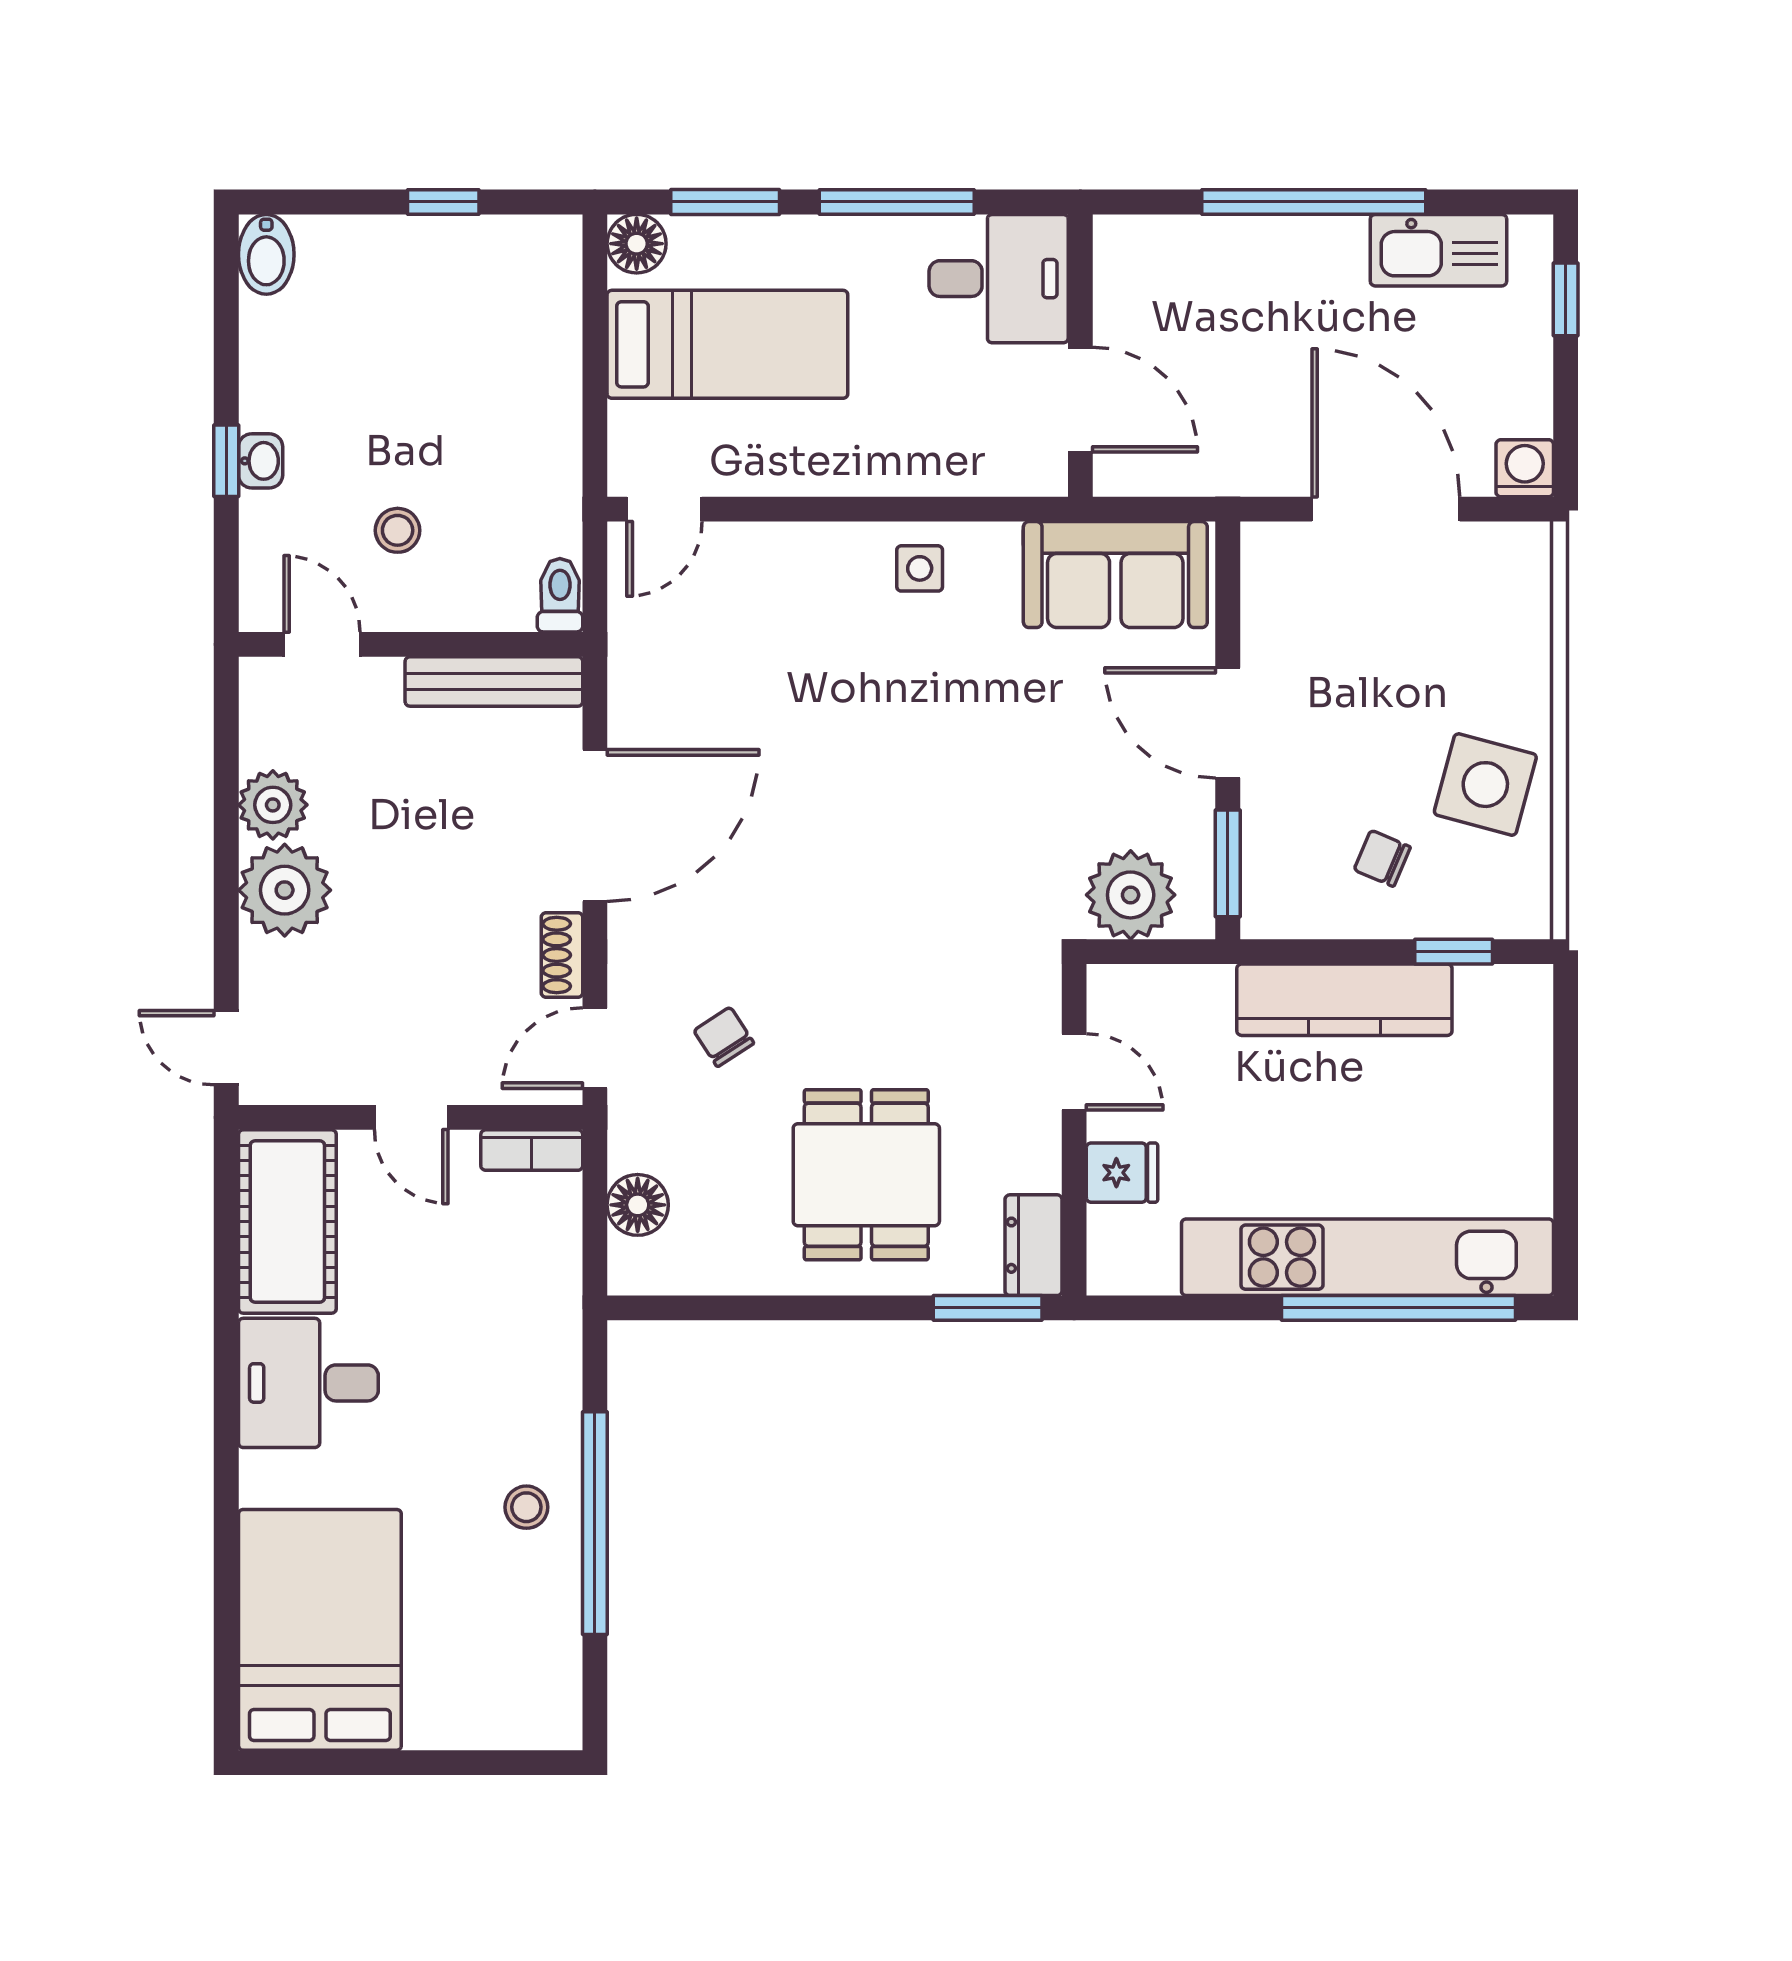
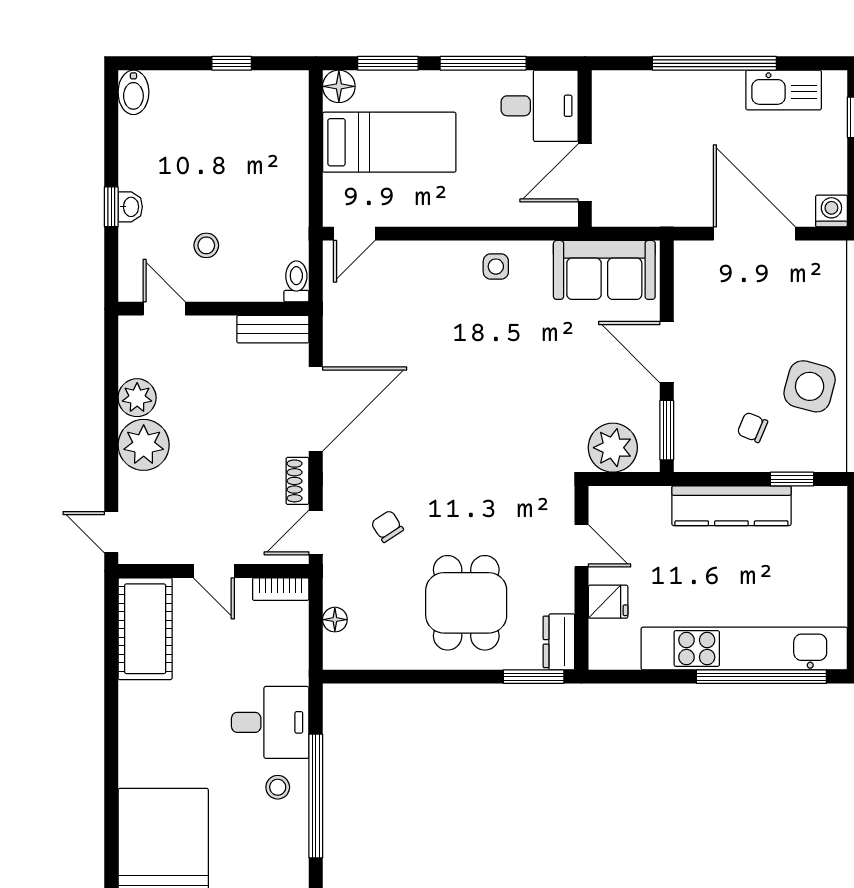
door: (1080, 400) -> (585, 173), swing flipped
bench: (494, 681) -> (273, 329), width x0.73
floor lamp: (638, 1205) -> (335, 620), width x0.73, depth x0.73
desk: (308, 1383) -> (270, 722), moved, turned 180

